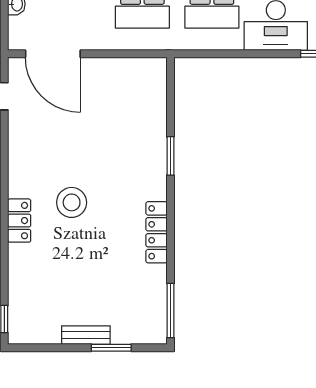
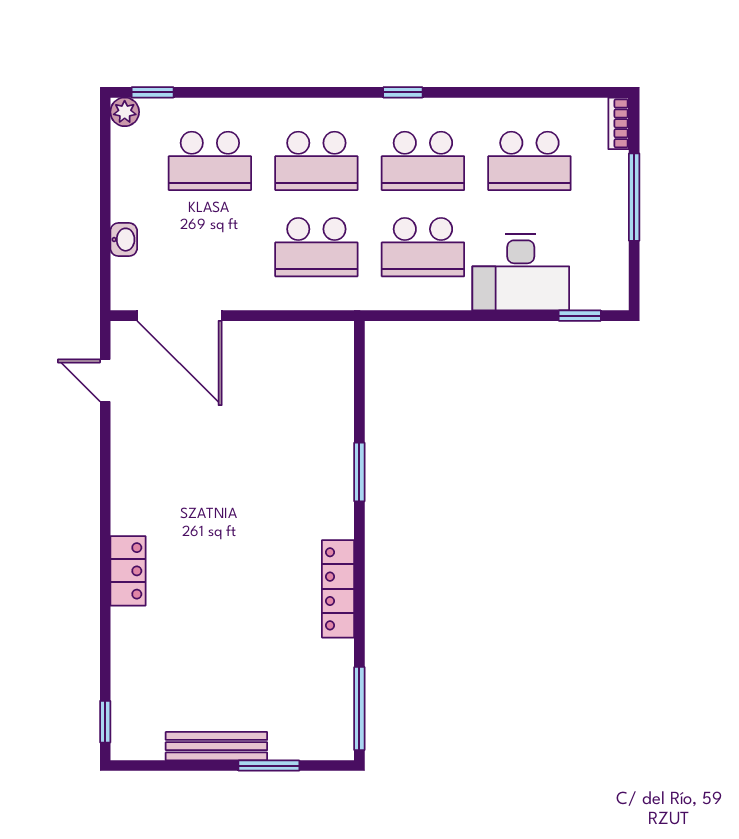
stool: (72, 202) -> (208, 543), removed
bench: (86, 335) -> (216, 746), width x1.36

